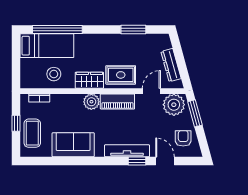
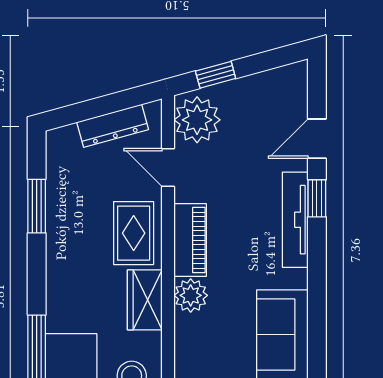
window: (195, 113) -> (216, 75), width x0.67
armchair: (183, 138) -> (269, 100), removed

